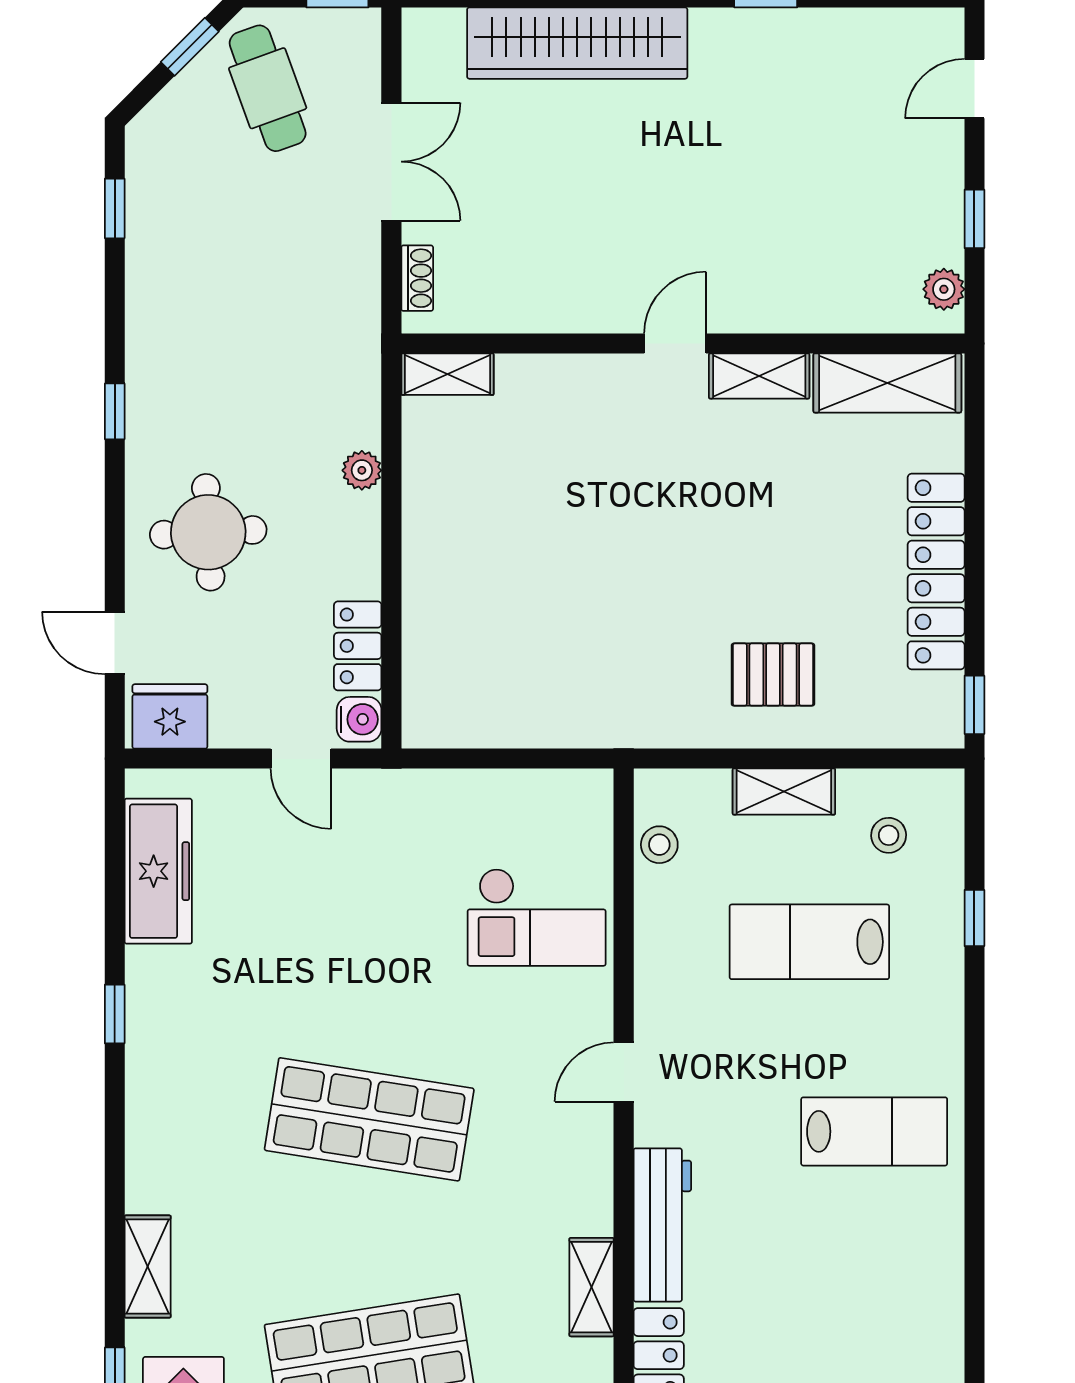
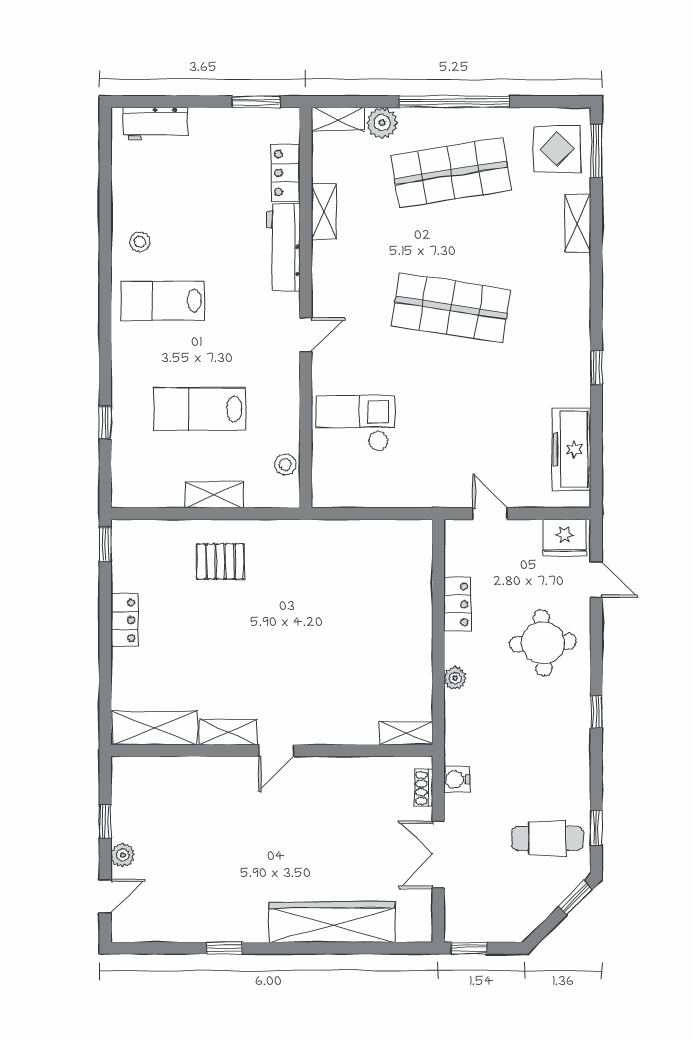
window: (190, 47) -> (575, 898), moved
cafe table: (268, 88) -> (548, 838), moved, turned -70
plant: (944, 289) -> (123, 855), moved
locker: (936, 572) -> (124, 620), width x0.46, depth x0.83
locker: (358, 646) -> (457, 604), moved
water cooler: (359, 719) -> (457, 780), moved
stool: (889, 835) -> (140, 242), moved
lab bench: (809, 942) -> (200, 409), turned 180

